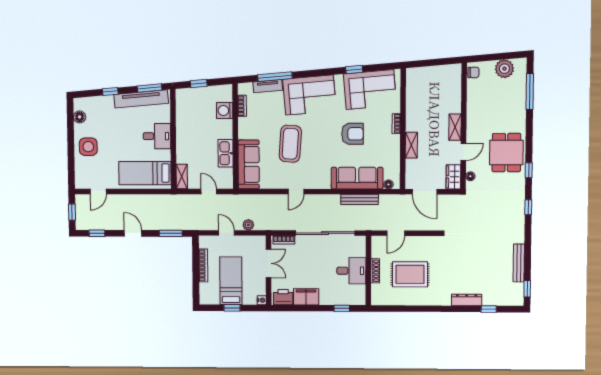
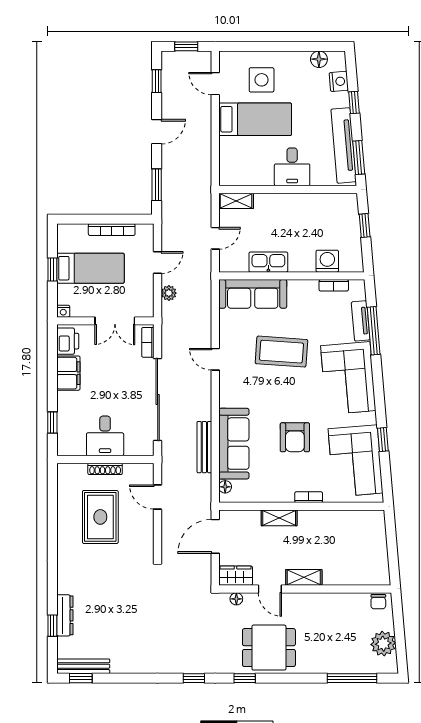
nightstand: (95, 103) -> (339, 81), added
side table: (88, 147) -> (262, 80), moved
bed: (145, 173) -> (255, 119), moved, turned 90
bench: (519, 263) -> (83, 666), moved
dresser: (467, 300) -> (65, 615), moved

